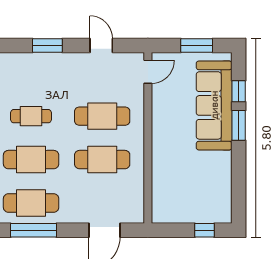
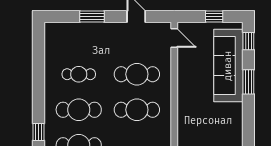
window: (197, 45) -> (214, 16), width x0.67
door: (148, 72) -> (174, 38), hinge flipped
window: (239, 91) -> (248, 41), moved

